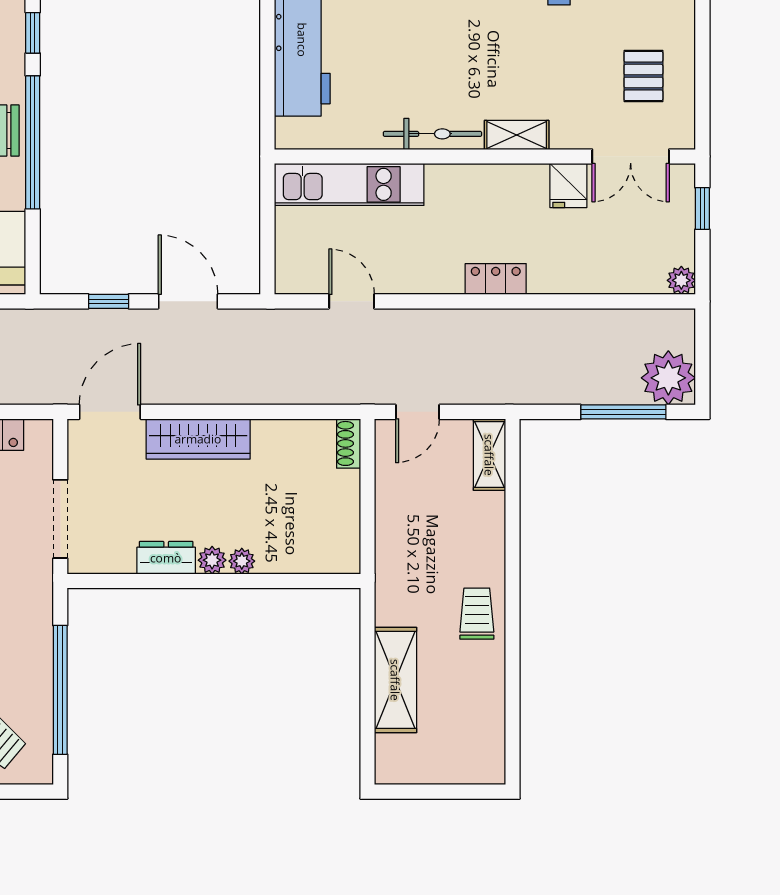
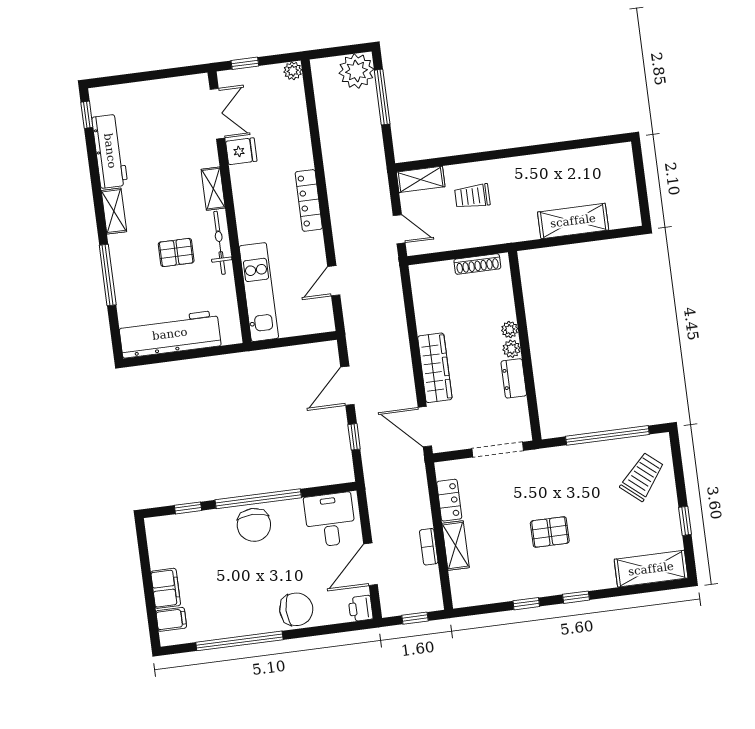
pallet: (643, 76) -> (176, 252), moved
locker: (496, 279) -> (309, 200), width x1.53
shoe rack: (349, 443) -> (477, 264), moved, width x1.43
trolley: (477, 614) -> (472, 196), moved

